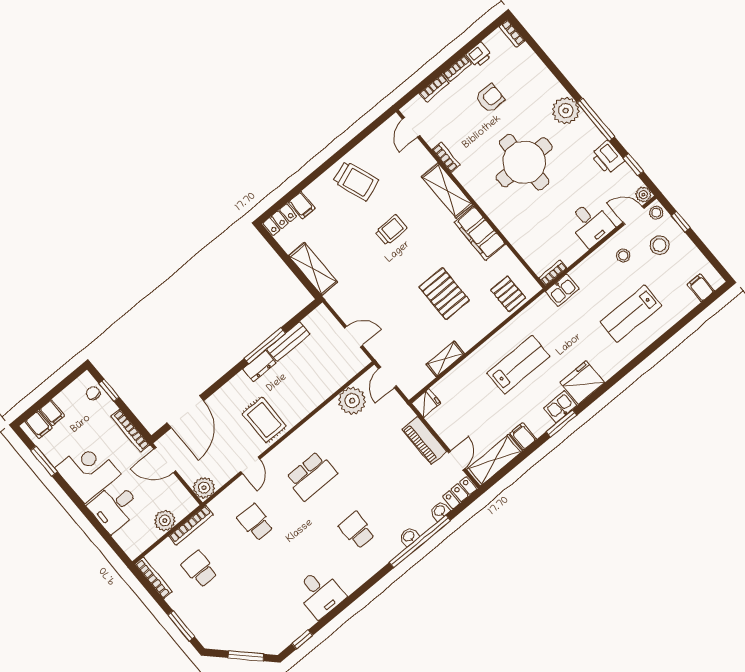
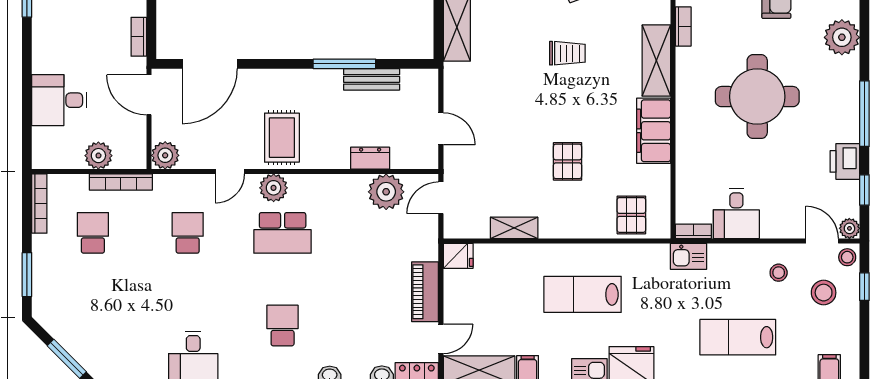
plant: (566, 111) -> (842, 37), moved
desk: (591, 224) -> (736, 214), moved
pallet: (444, 294) -> (567, 161), width x0.67, depth x0.71
lab bench: (518, 365) -> (583, 294), turned 180
dresser: (259, 366) -> (370, 158), moved, turned 180
bookcase: (130, 431) -> (139, 37), width x0.64
plant: (284, 454) -> (274, 188), added
corner desk: (88, 471) -> (63, 42), removed

